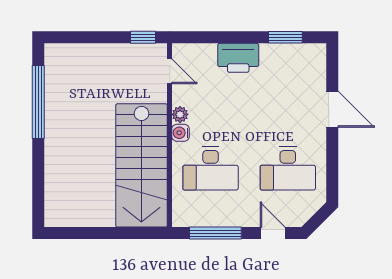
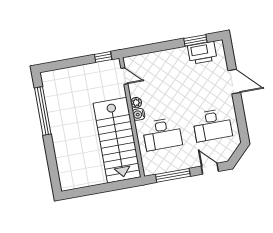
printer: (238, 58) -> (202, 53), moved

